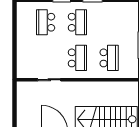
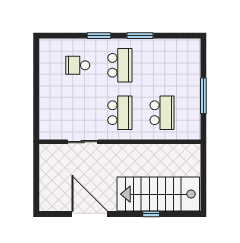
school desk: (46, 22) -> (78, 65), width x0.54

